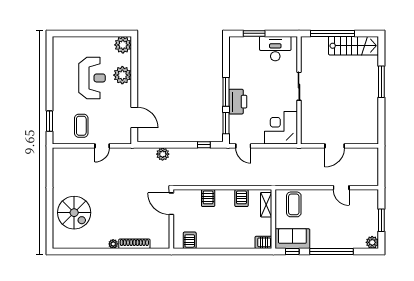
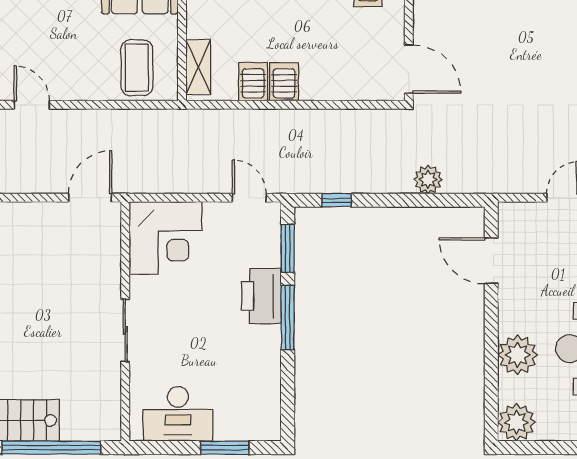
door: (335, 146) -> (90, 198), moved
server rack: (208, 198) -> (284, 82), moved

